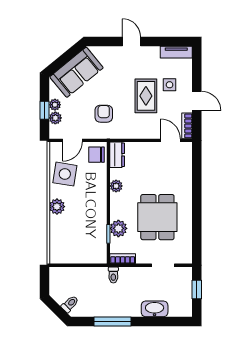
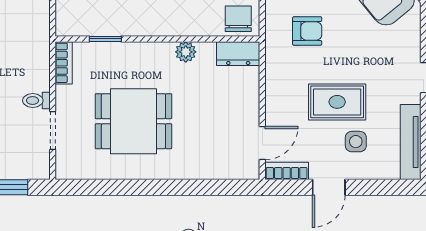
tv unit: (176, 52) -> (411, 142), width x1.41
plant: (118, 228) -> (114, 56), removed
toilet: (113, 275) -> (36, 100), moved

